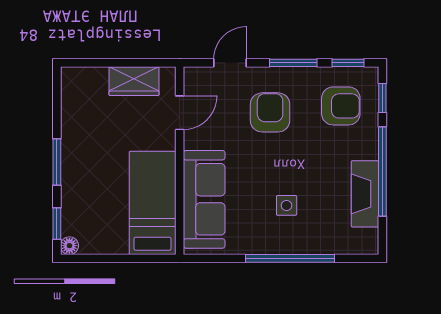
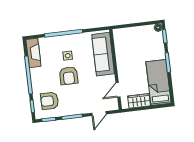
armchair: (270, 112) -> (69, 76), moved
fireplace: (365, 194) -> (33, 53), moved
bed: (153, 203) -> (159, 82), moved, turned 180

